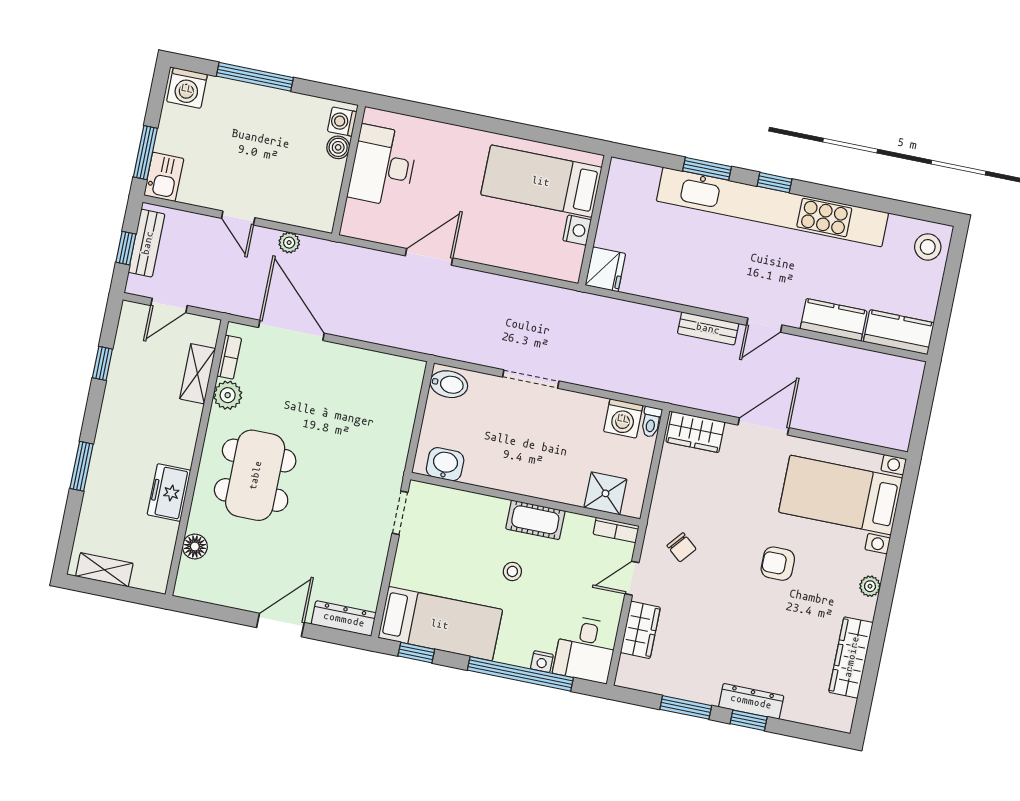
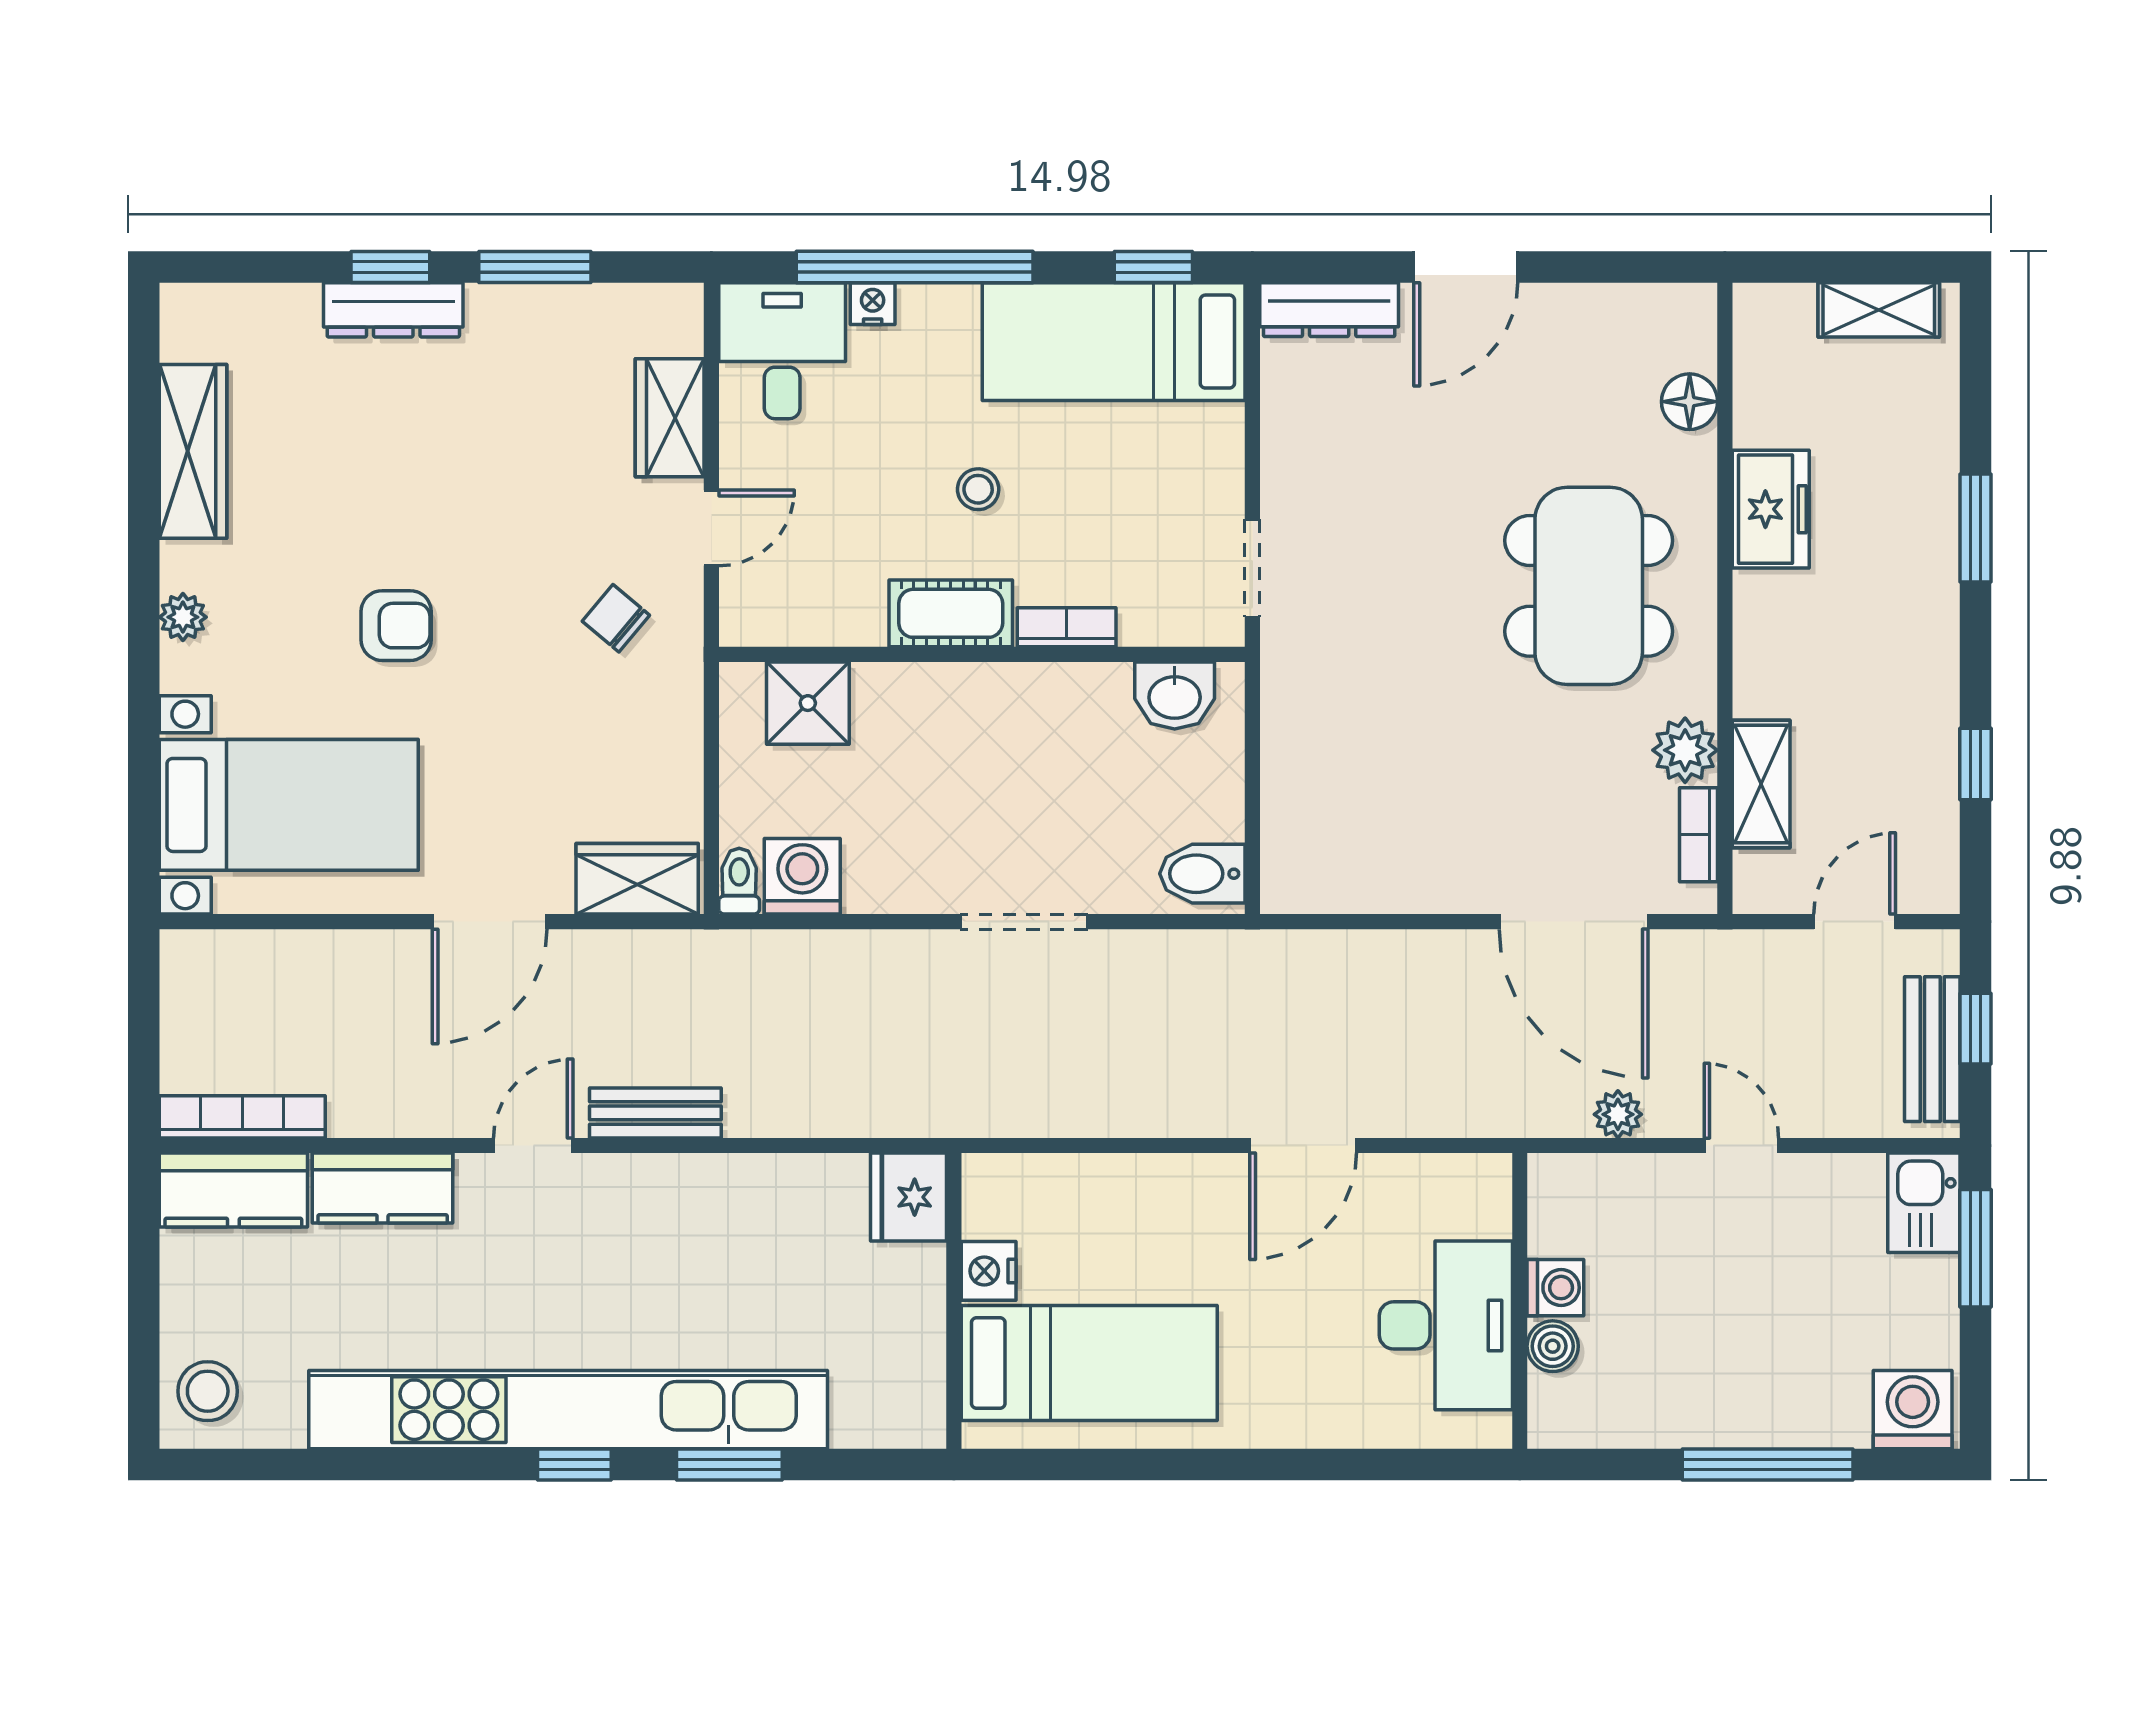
washing machine: (342, 122) -> (1555, 1288), moved
bookcase: (888, 363) -> (242, 1117), added
bookcase: (616, 530) -> (1067, 627), moved

